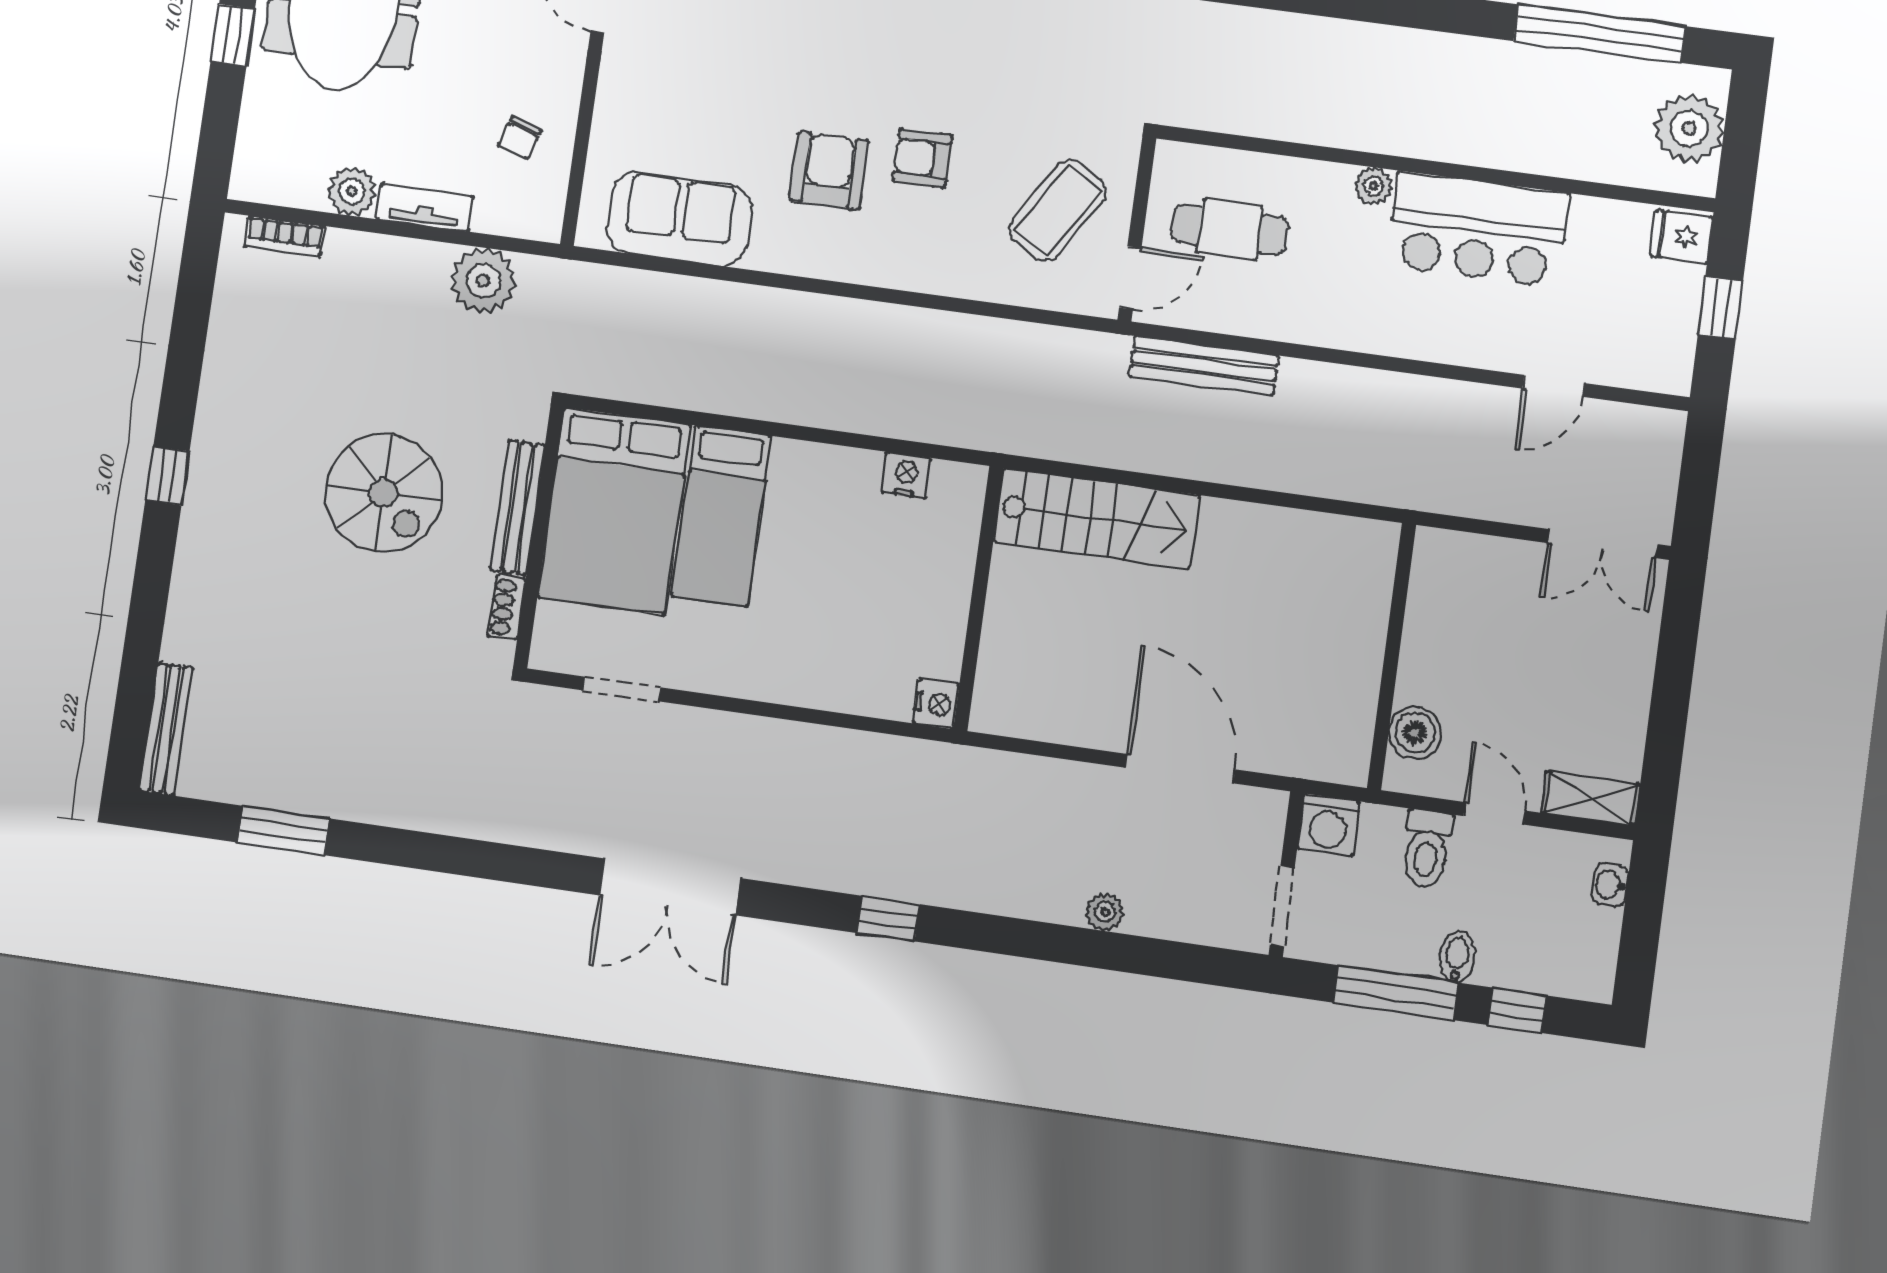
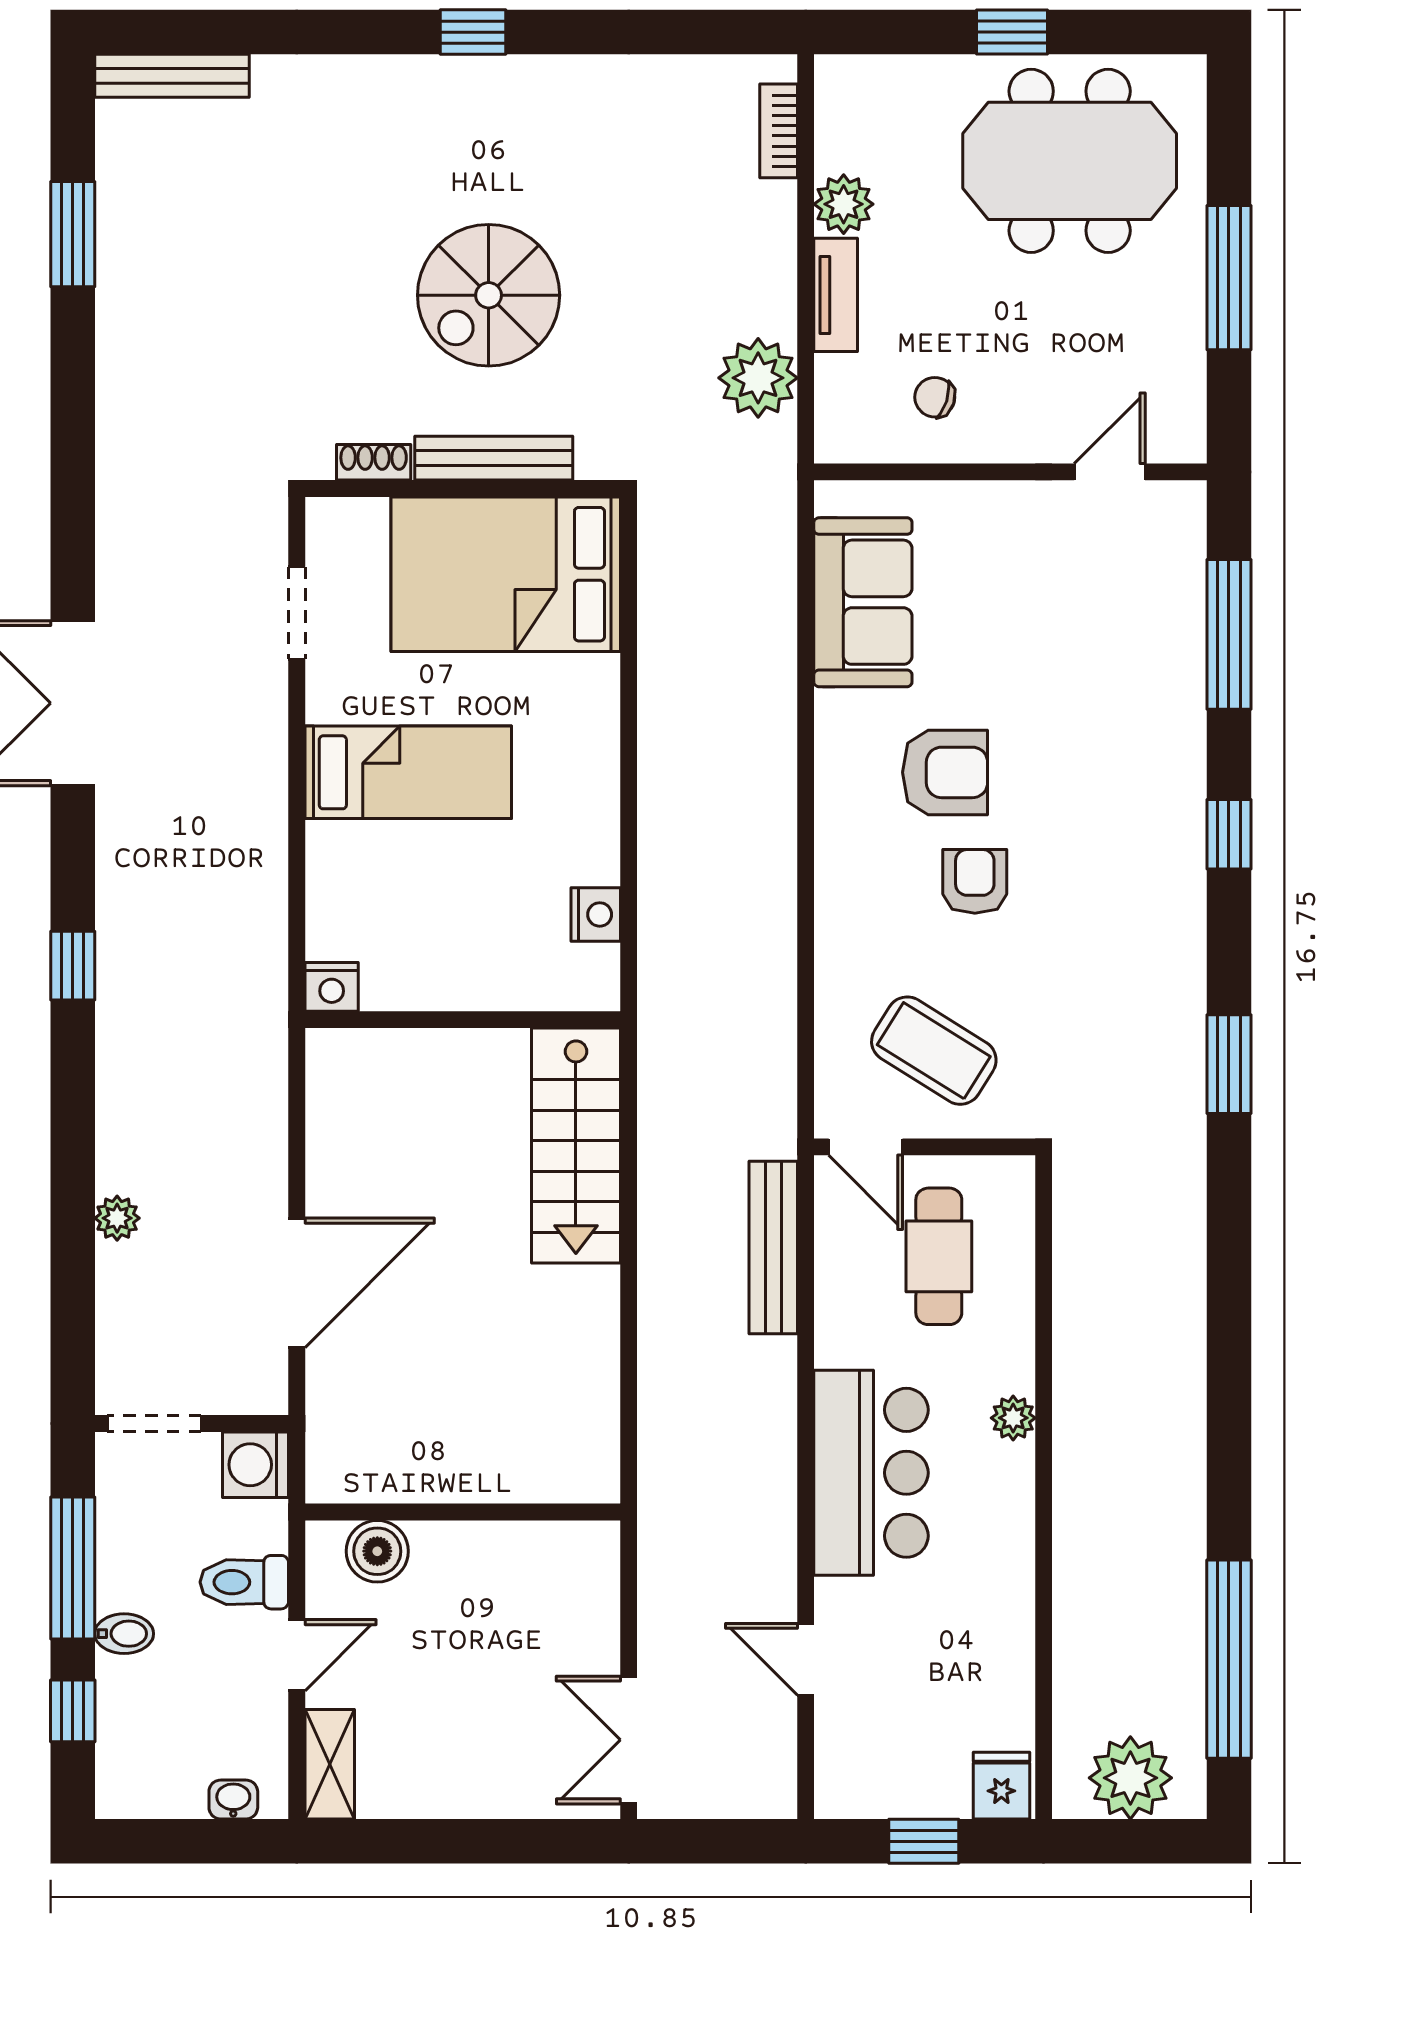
bar counter: (1478, 229) -> (871, 1473), moved, turned 180
bed: (722, 516) -> (408, 772), moved, turned 180

